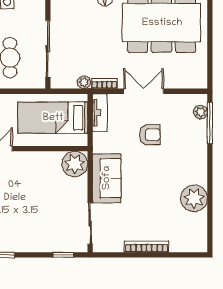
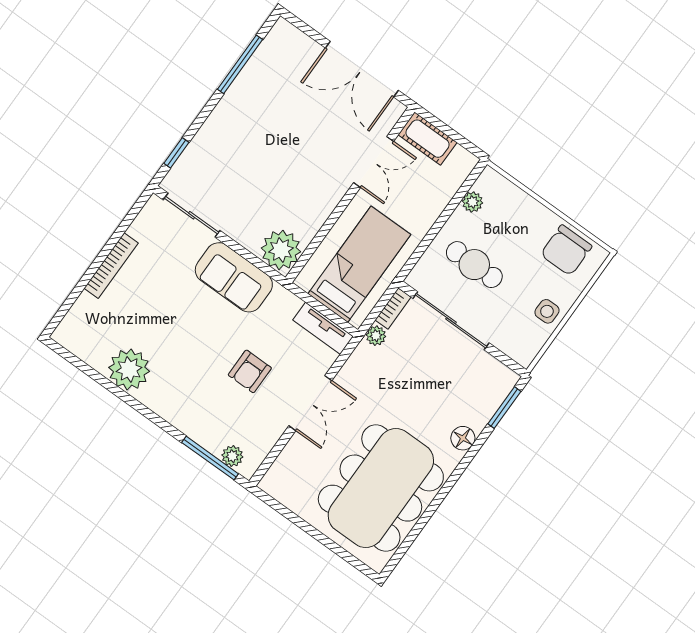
bookcase: (104, 84) -> (393, 308), moved

